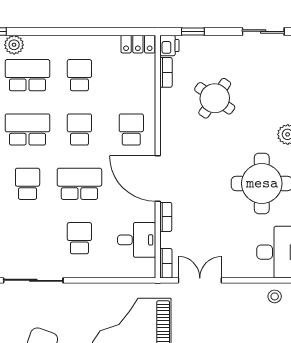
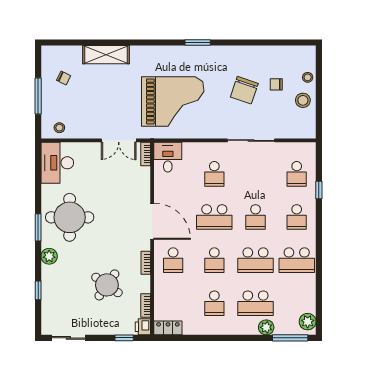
bookcase: (166, 217) -> (146, 263), moved
desk: (137, 240) -> (168, 157), moved, turned 90

